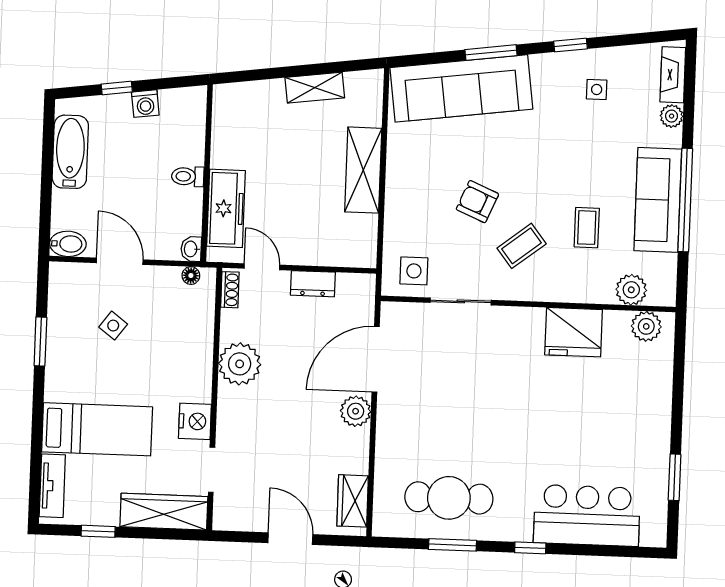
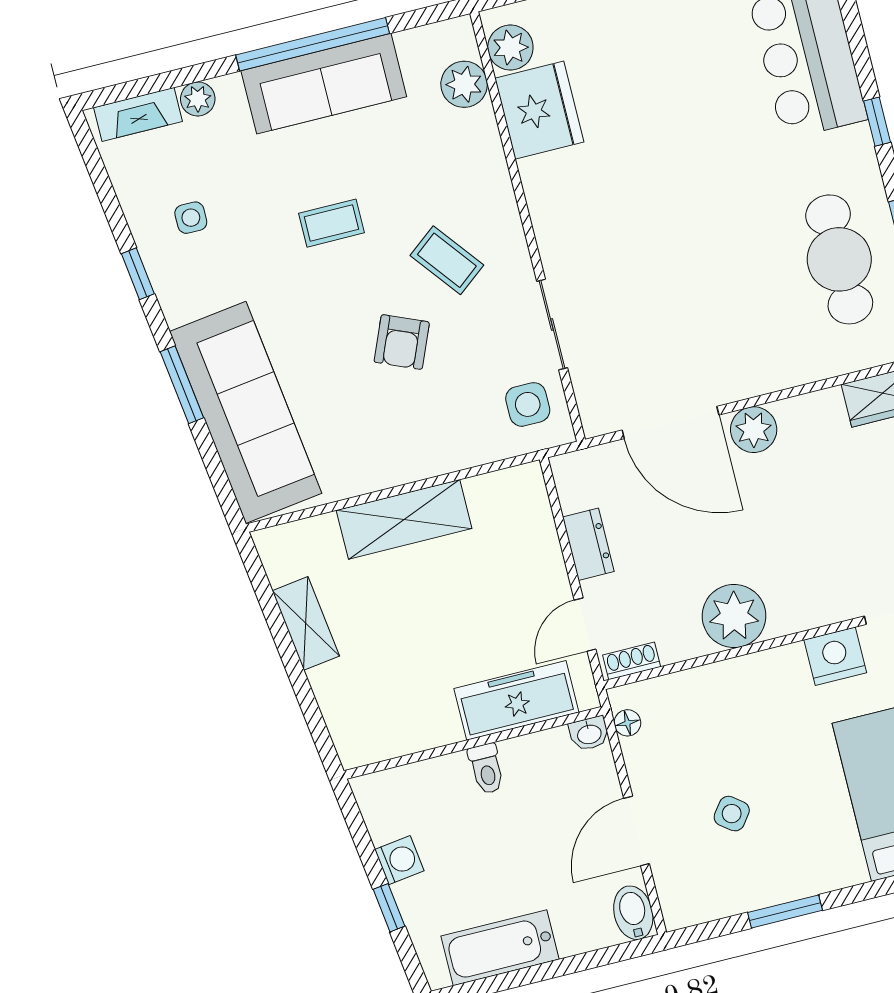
coffee table: (587, 228) -> (331, 223), moved
fridge: (574, 332) -> (539, 110), moved

